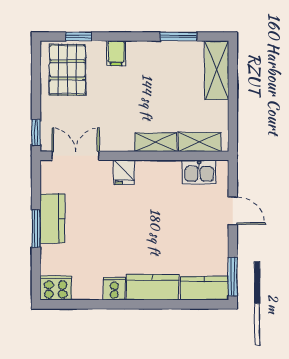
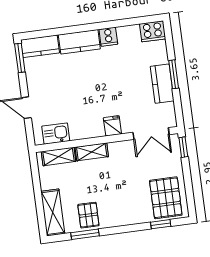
filing cabinet: (116, 53) -> (131, 215), removed
pallet: (171, 61) -> (88, 215), added

